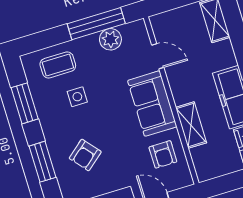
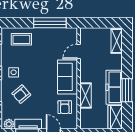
plant: (110, 39) -> (55, 34), removed
door: (158, 56) -> (79, 51), swing flipped
side table: (77, 97) -> (14, 72), moved

